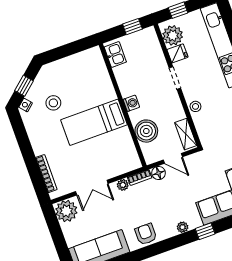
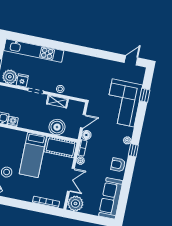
washing machine: (131, 103) -> (13, 121), moved
shelving: (186, 134) -> (57, 102), moved
cot: (124, 150) -> (61, 147), added
window: (205, 231) -> (133, 150), moved

